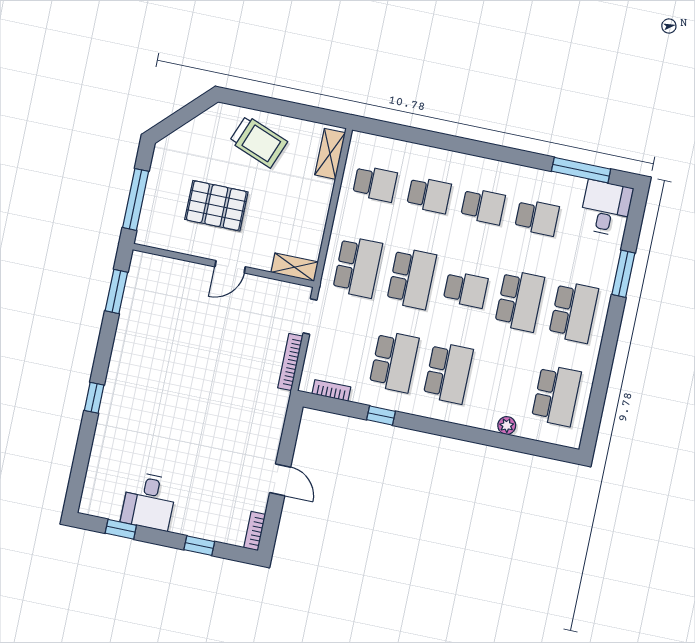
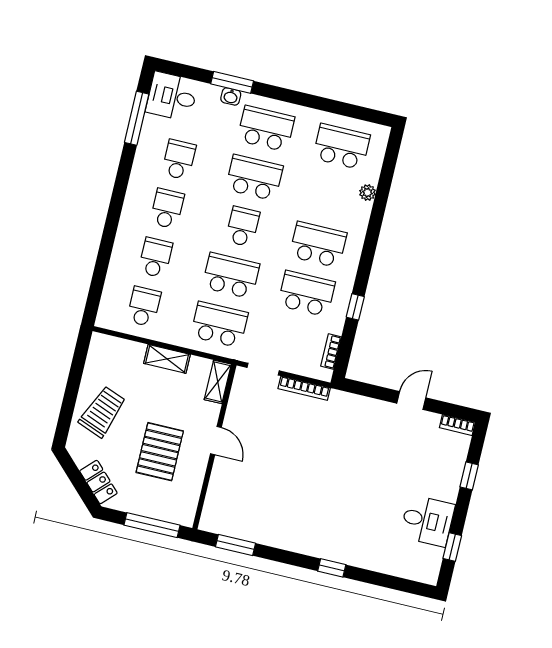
locker: (181, 139) -> (98, 482), added
shelving: (330, 154) -> (167, 359), moved
washbasin: (608, 273) -> (231, 96), added

